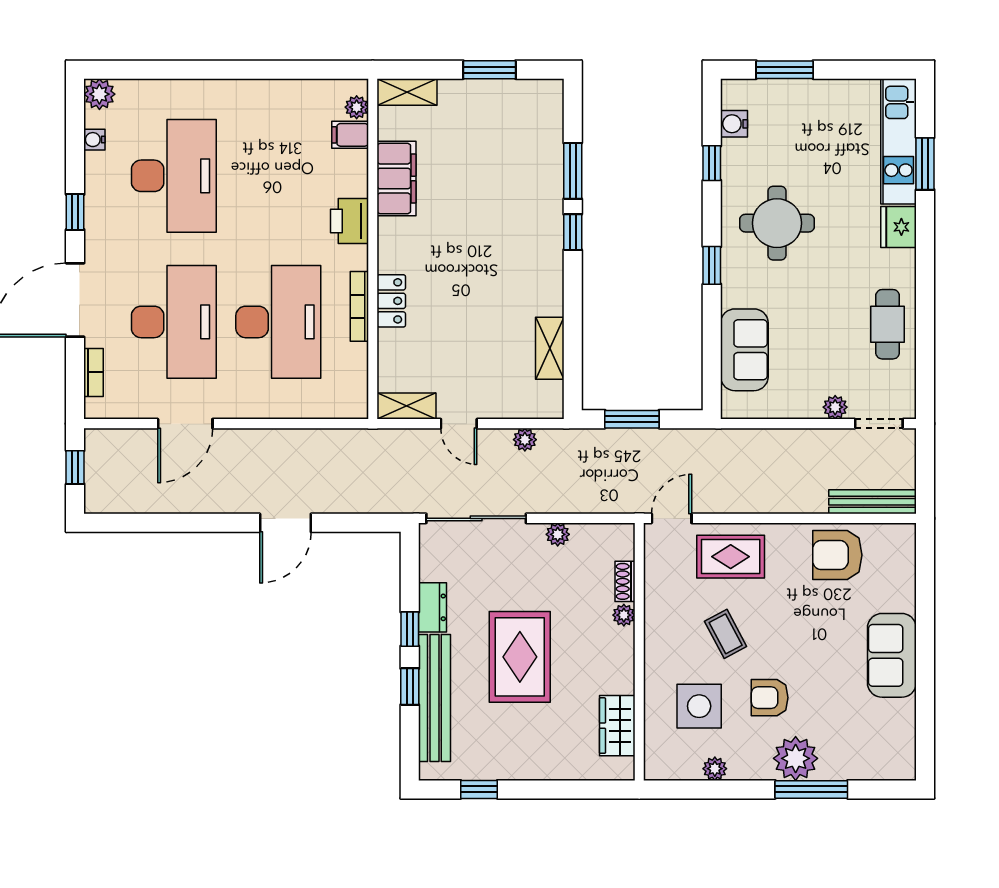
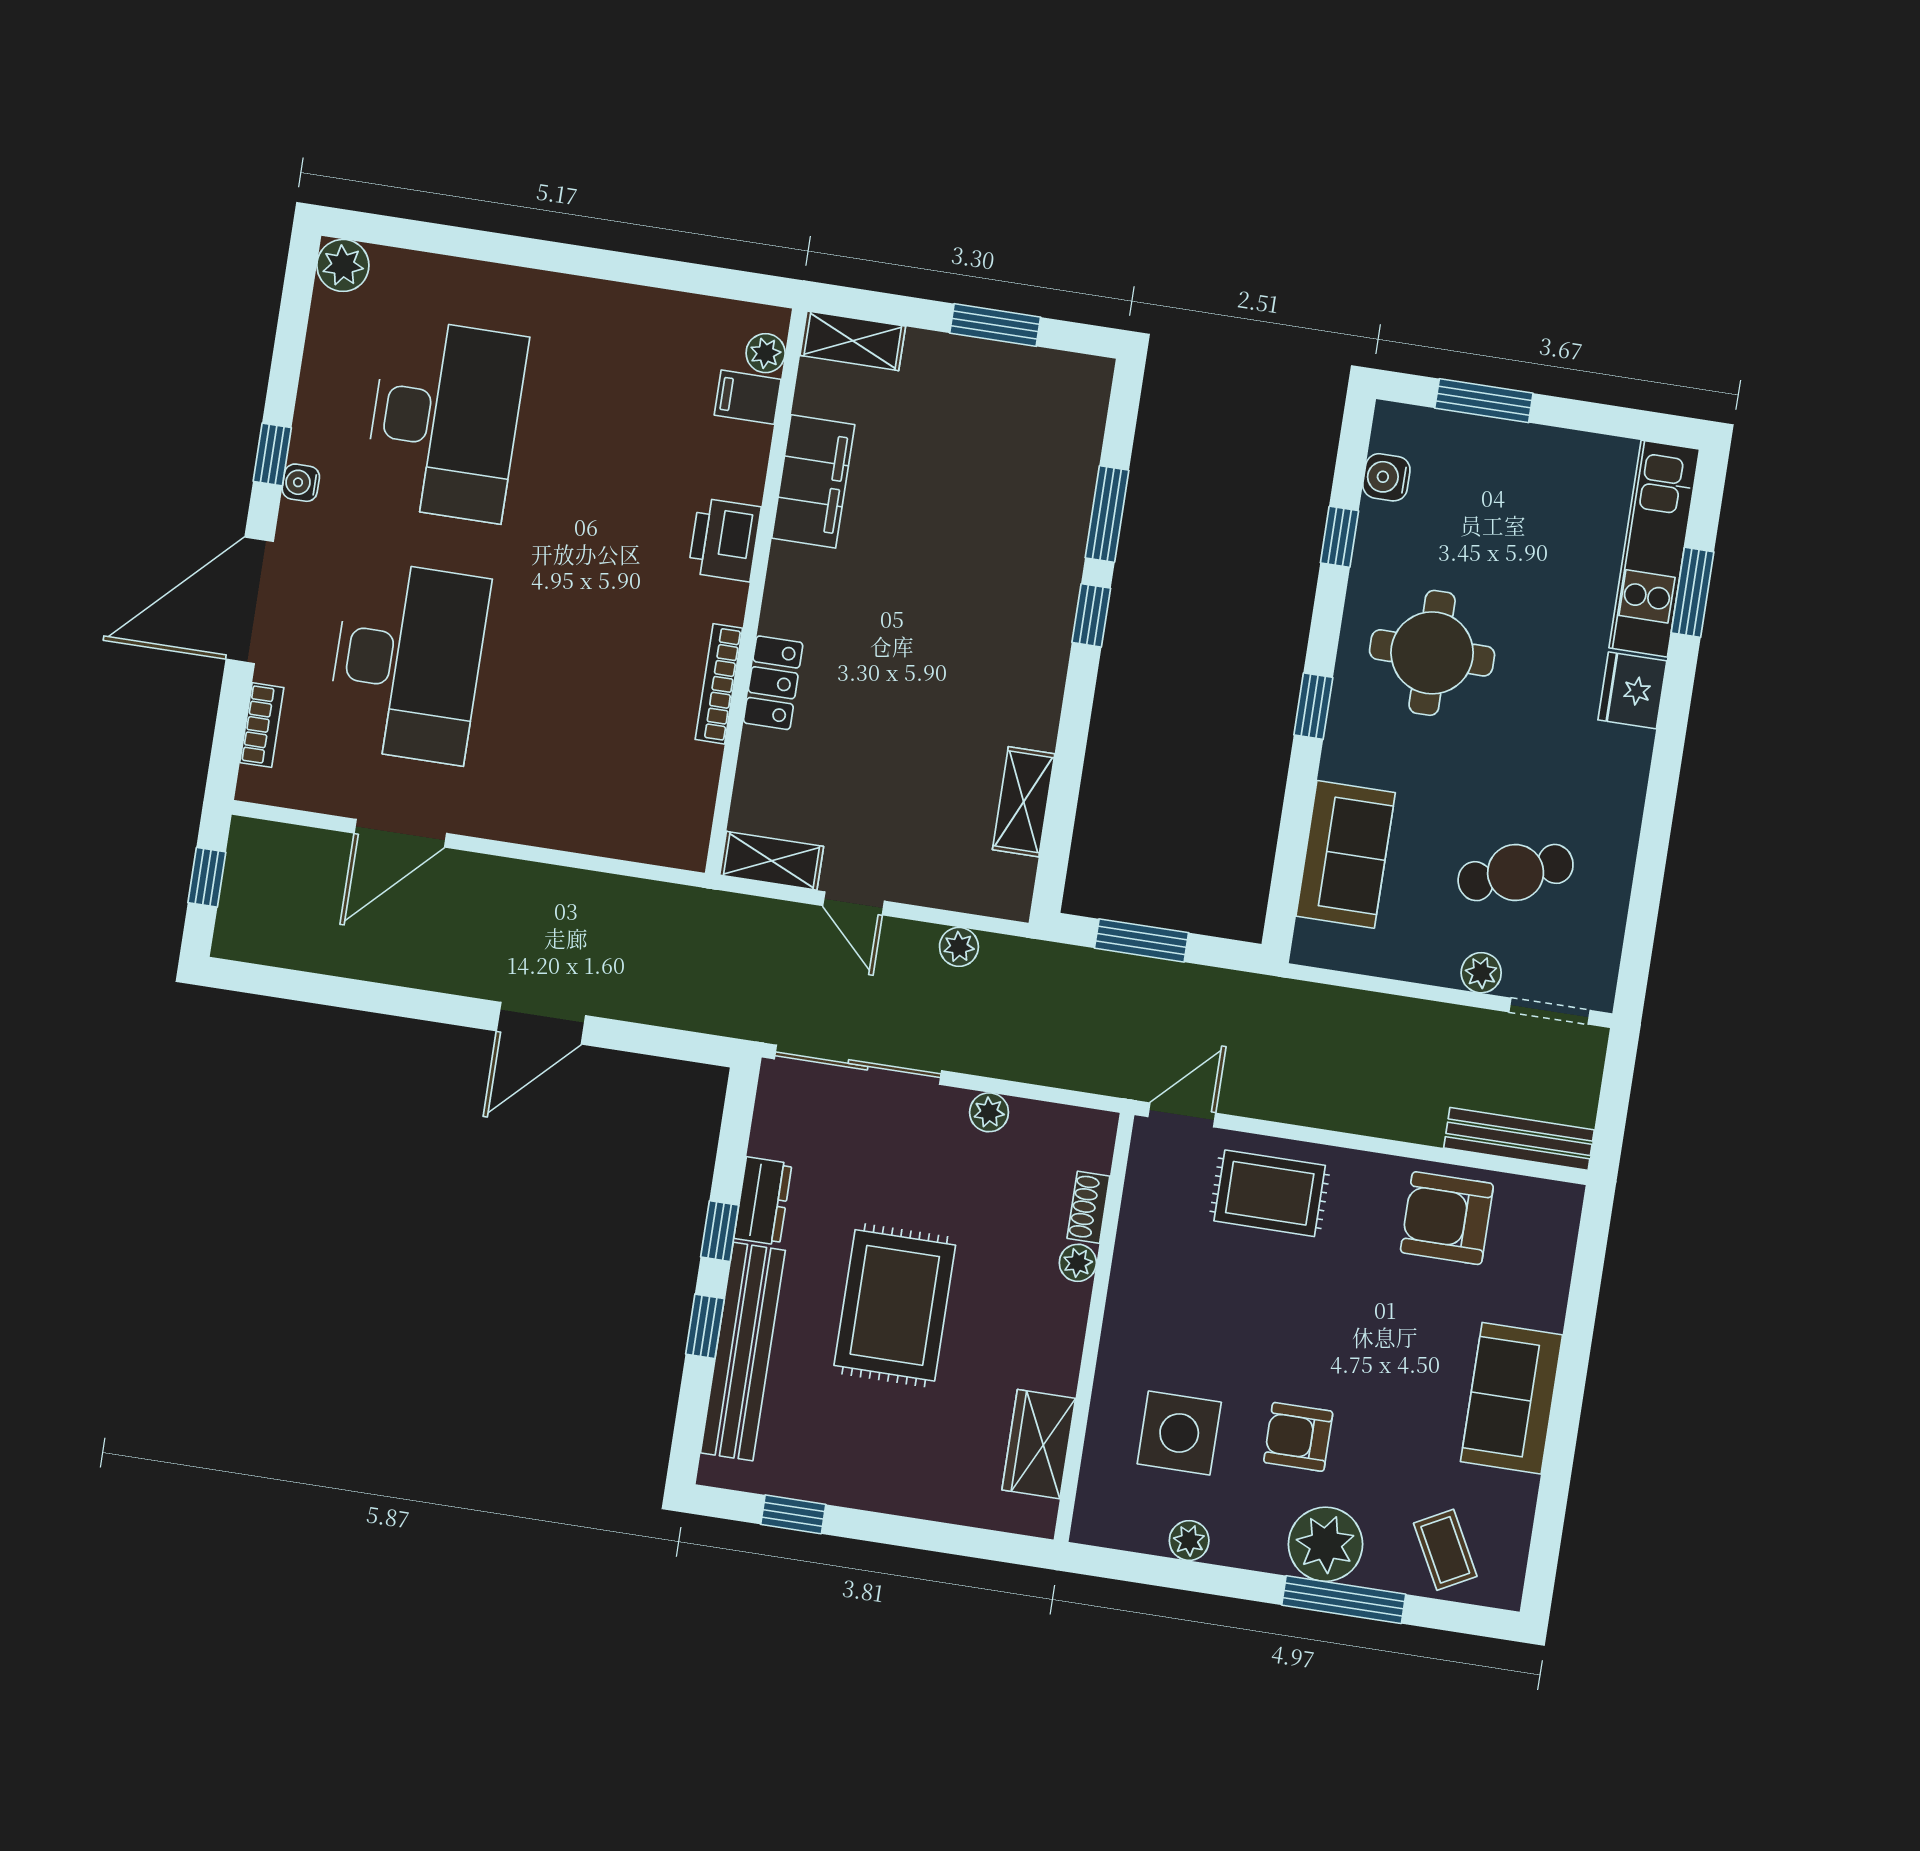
water cooler: (94, 140) -> (301, 483), moved
desk: (278, 322) -> (581, 689), removed
cafe table: (888, 324) -> (1516, 873), moved, turned 69
coffee table: (726, 634) -> (1445, 1550), moved

